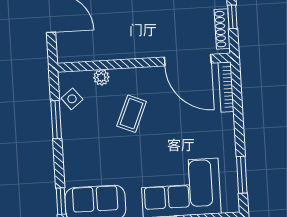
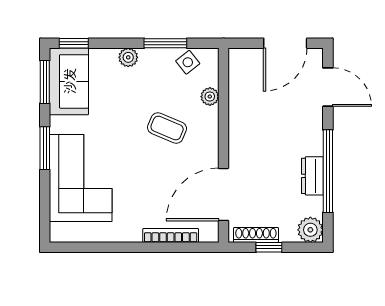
bookcase: (226, 87) -> (171, 236), moved
plant: (71, 152) -> (128, 57), added
window: (242, 175) -> (91, 247), removed

